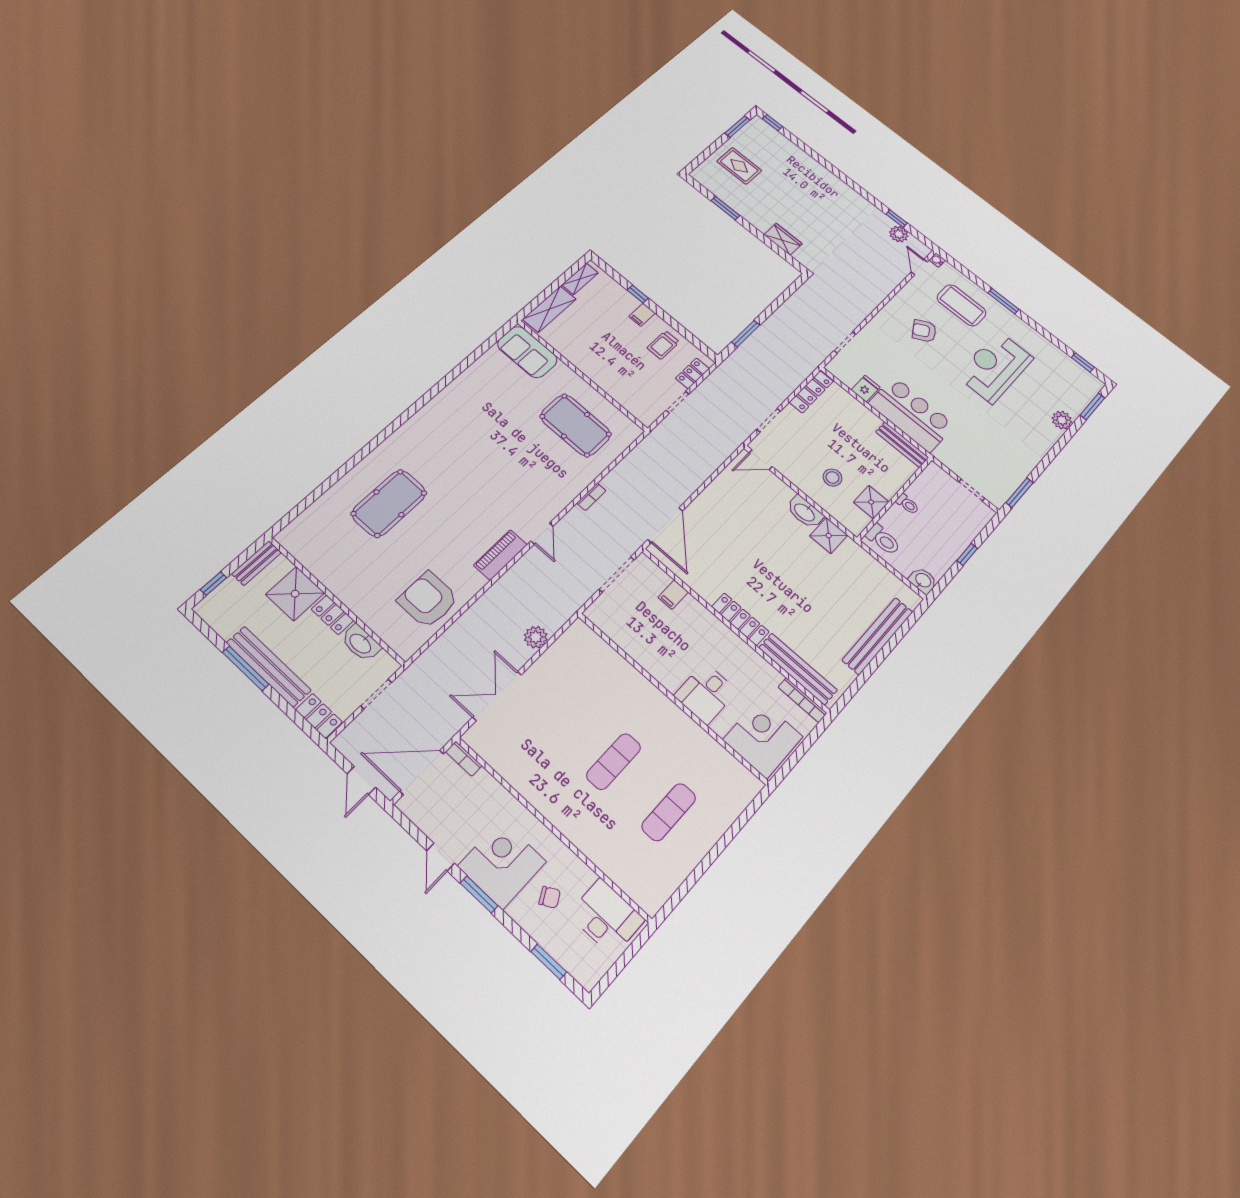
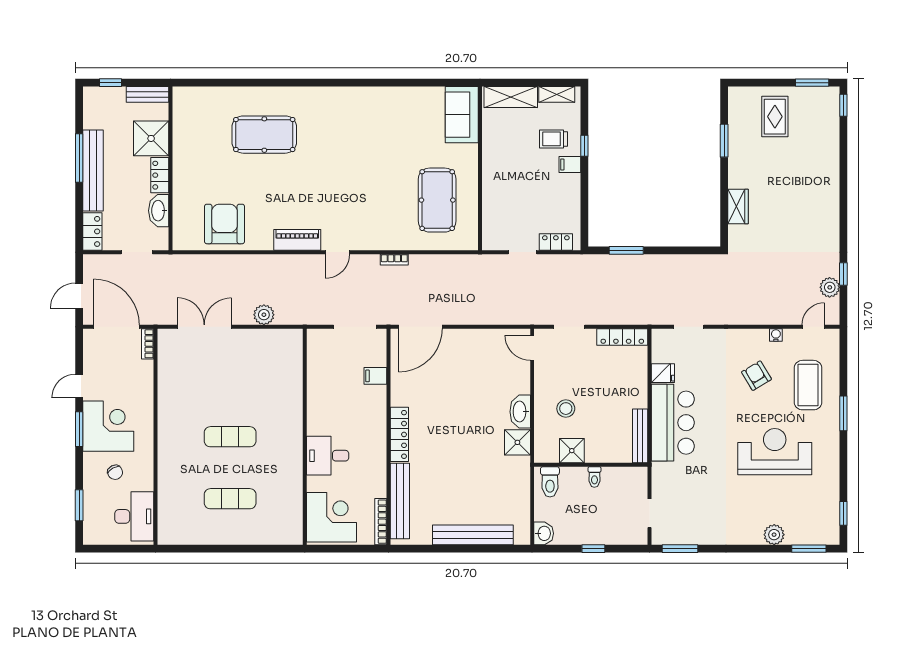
water cooler: (937, 260) -> (776, 335), moved
trolley: (663, 345) -> (553, 139), moved

